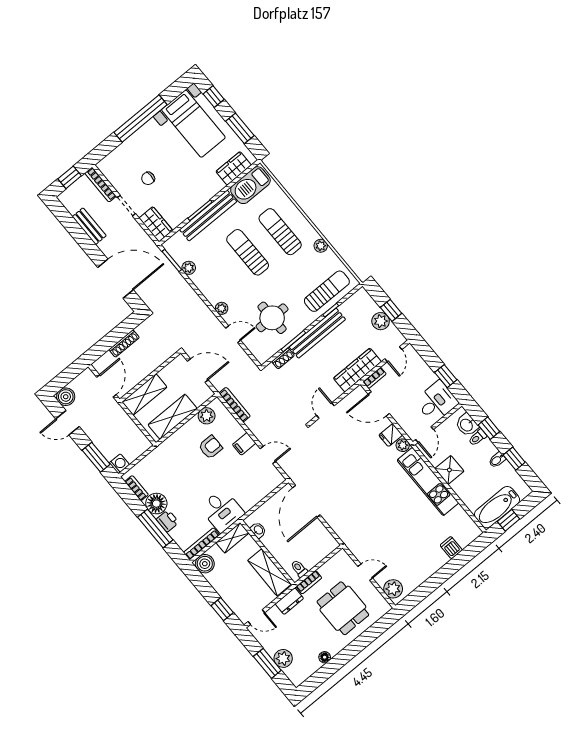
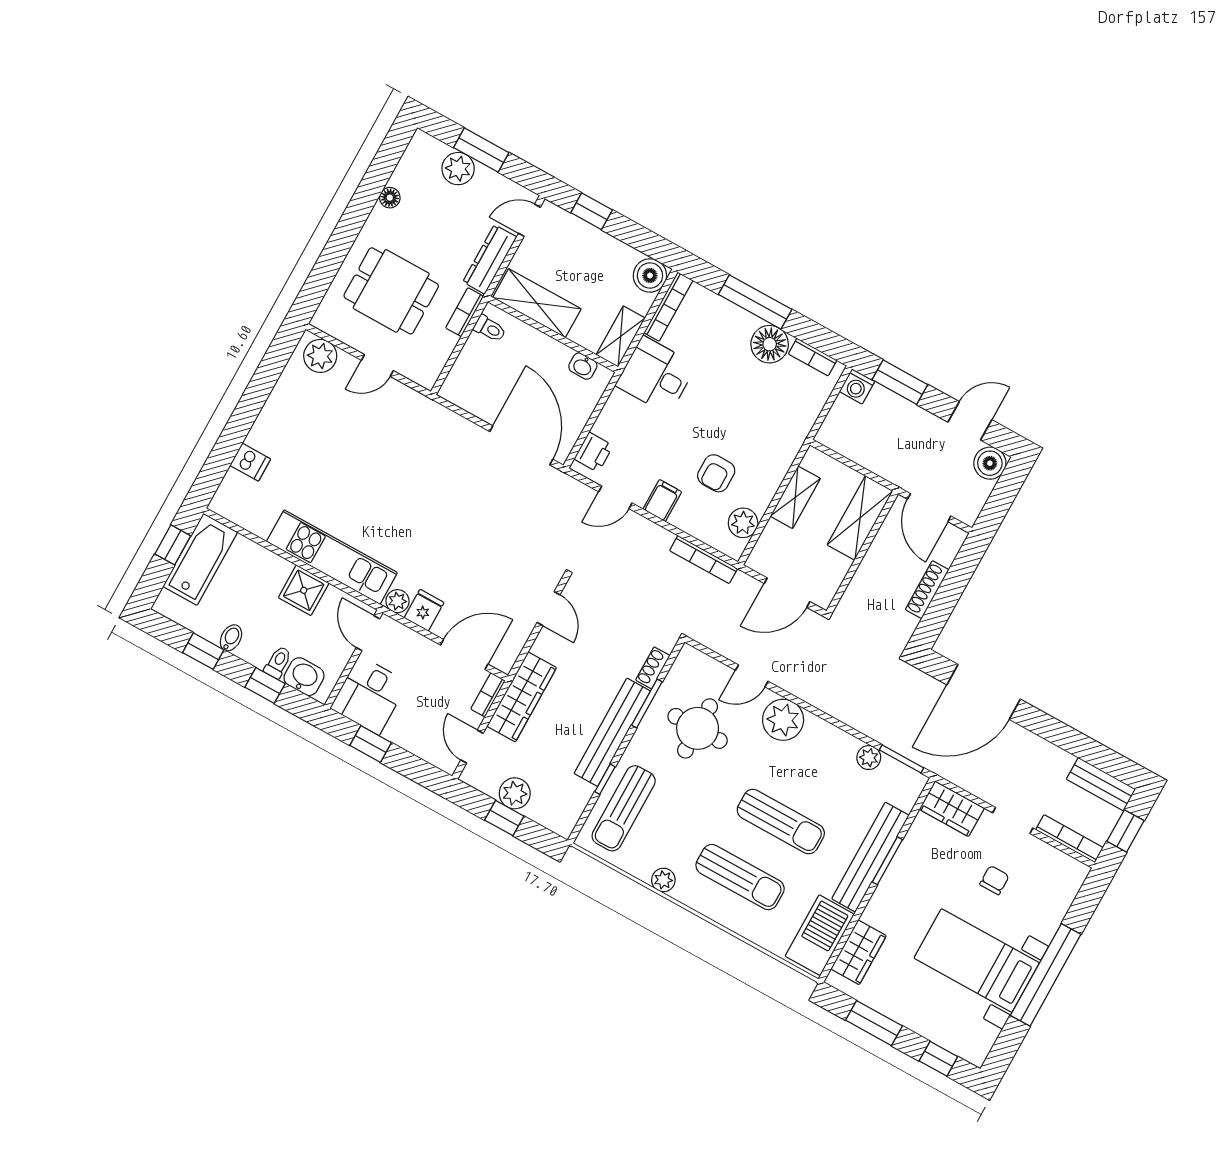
bed with nightstands: (193, 124) -> (977, 961), moved
bench: (89, 226) -> (1101, 784), moved
plant: (222, 308) -> (783, 720), width x1.88, depth x1.88
shelving: (173, 417) -> (795, 497), width x0.67, depth x0.75
printer: (167, 521) -> (594, 452), moved, turned -90
dresser: (289, 601) -> (490, 259), width x1.44

